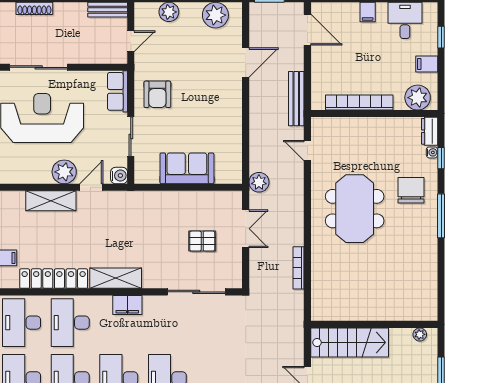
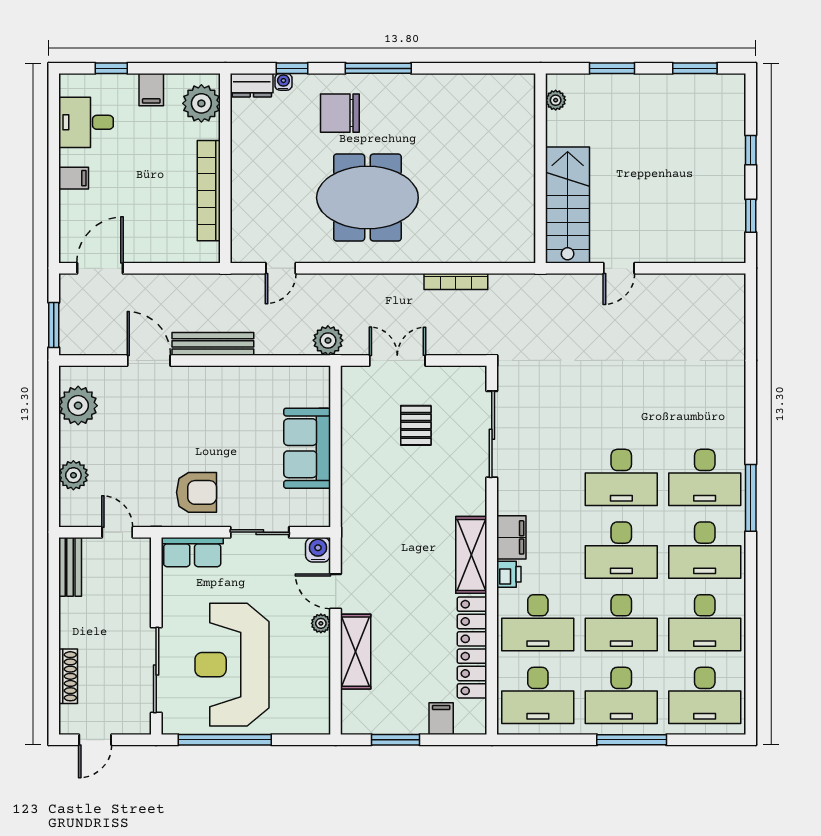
bench: (296, 99) -> (213, 344), moved
plant: (64, 172) -> (321, 623), width x0.53, depth x0.53
printer: (103, 303) -> (509, 574), added

